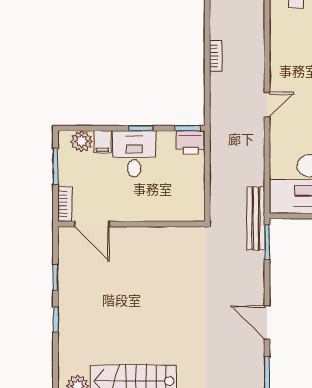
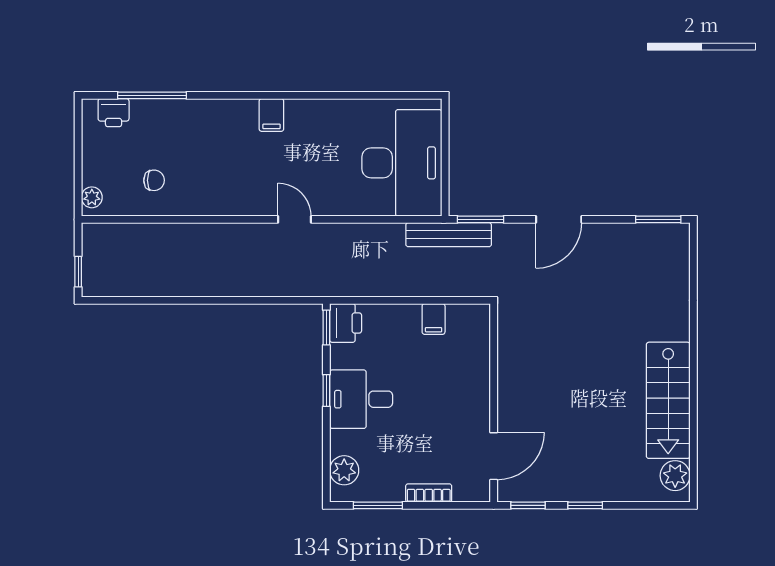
bookcase: (216, 56) -> (229, 289), removed
filing cabinet: (102, 142) -> (434, 319), moved, turned 90
door: (92, 224) -> (494, 456), moved
wall: (131, 224) -> (494, 403), moved
door: (267, 322) -> (559, 219), moved

